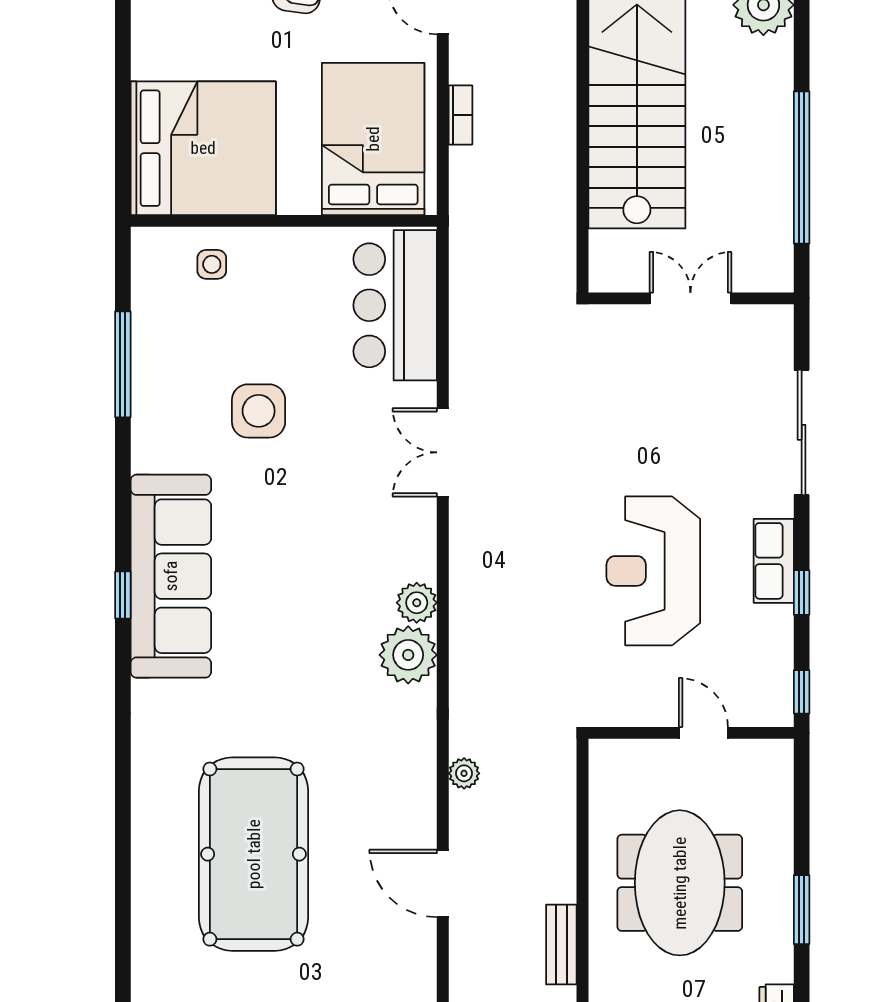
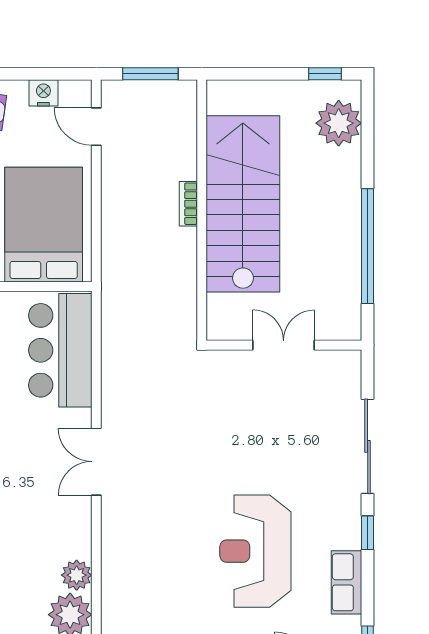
bookcase: (460, 115) -> (188, 204), moved, turned 180
row of seats: (774, 561) -> (346, 582), moved
window: (802, 593) -> (368, 533), moved

